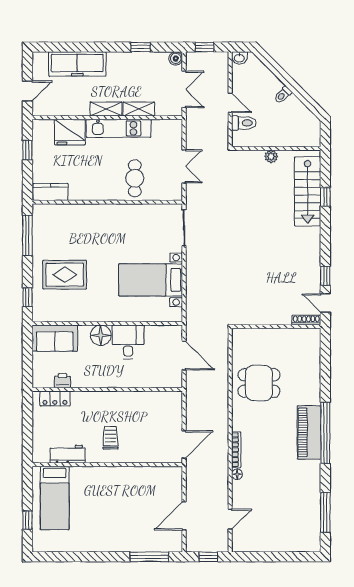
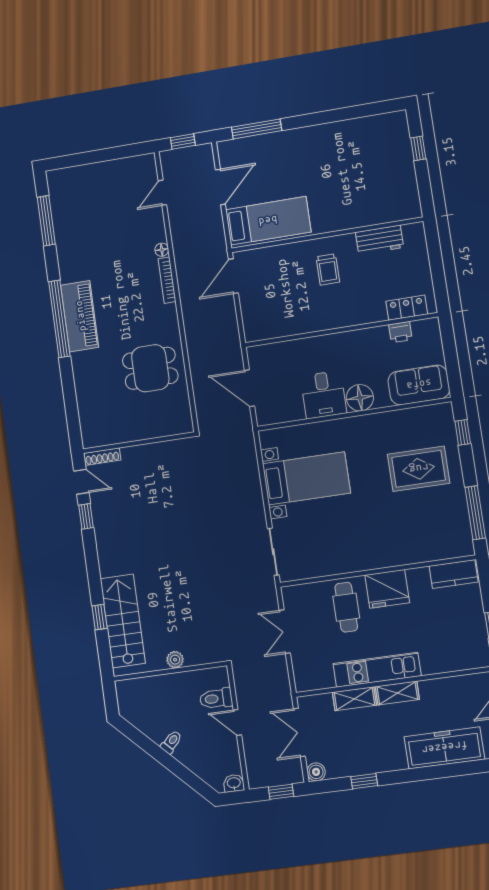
fridge: (70, 132) -> (387, 589), moved, turned 180
bed: (55, 498) -> (268, 221), moved, turned 90

